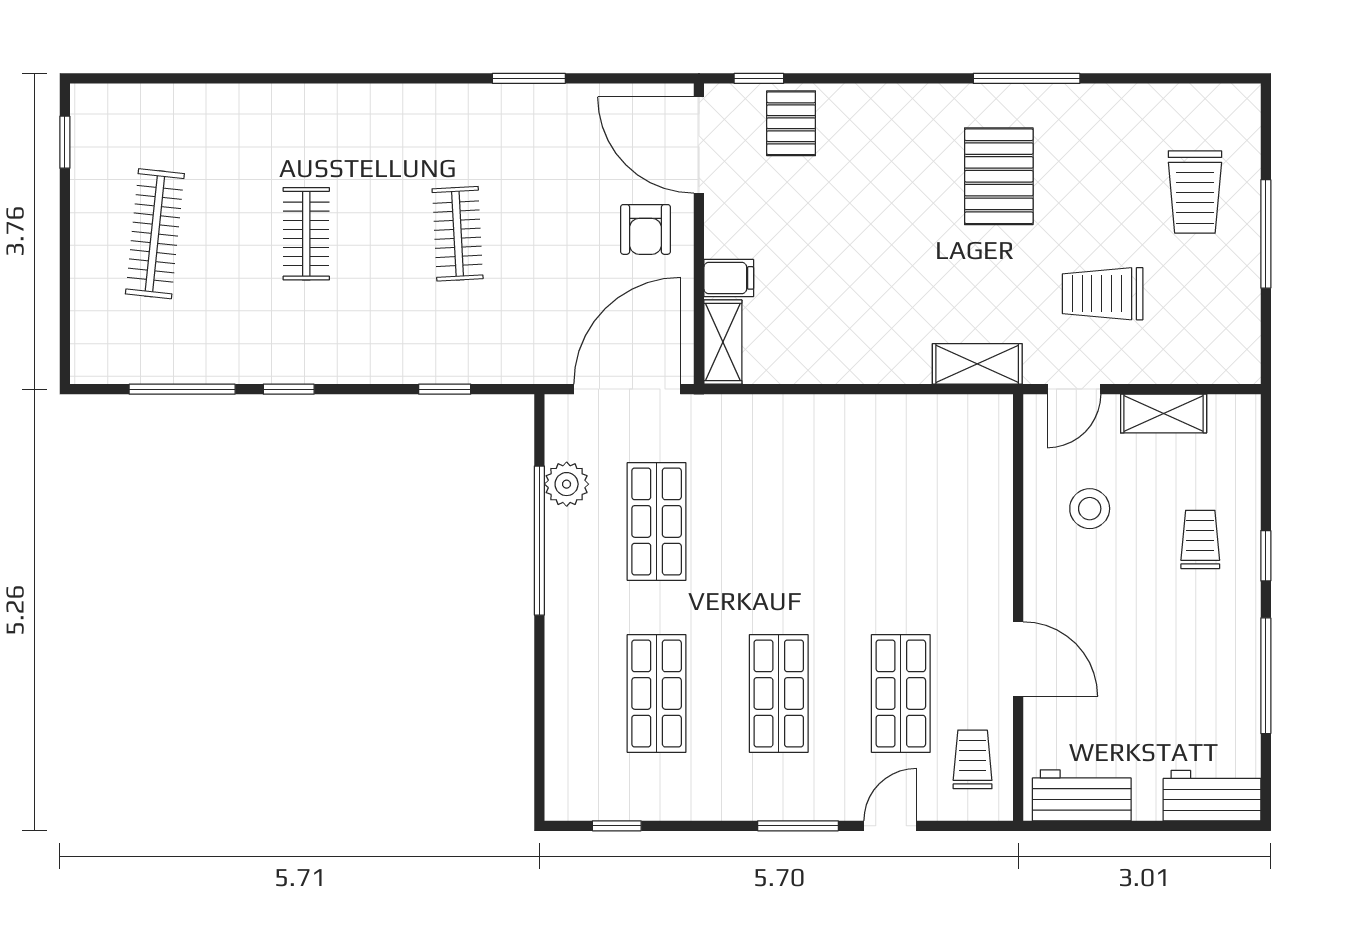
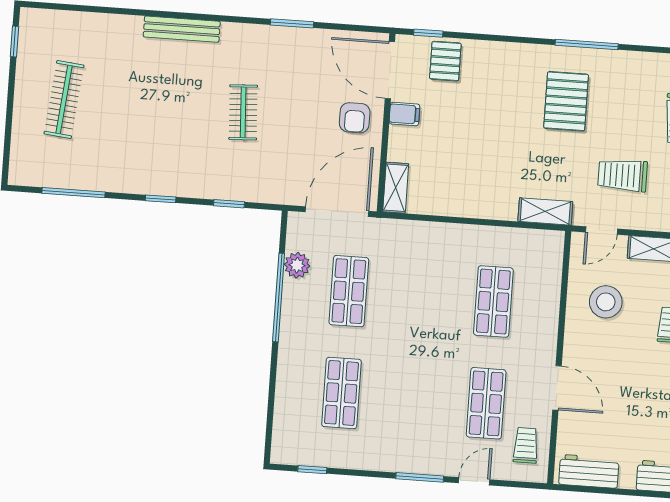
bench: (344, 101) -> (182, 29), added
clothes rail: (306, 234) -> (154, 106), removed
filing cabinet: (729, 278) -> (404, 114), moved
window: (289, 389) -> (161, 199), moved
stool: (1090, 509) -> (606, 302), width x1.38, depth x1.38
shop shelf: (779, 693) -> (493, 302), moved

